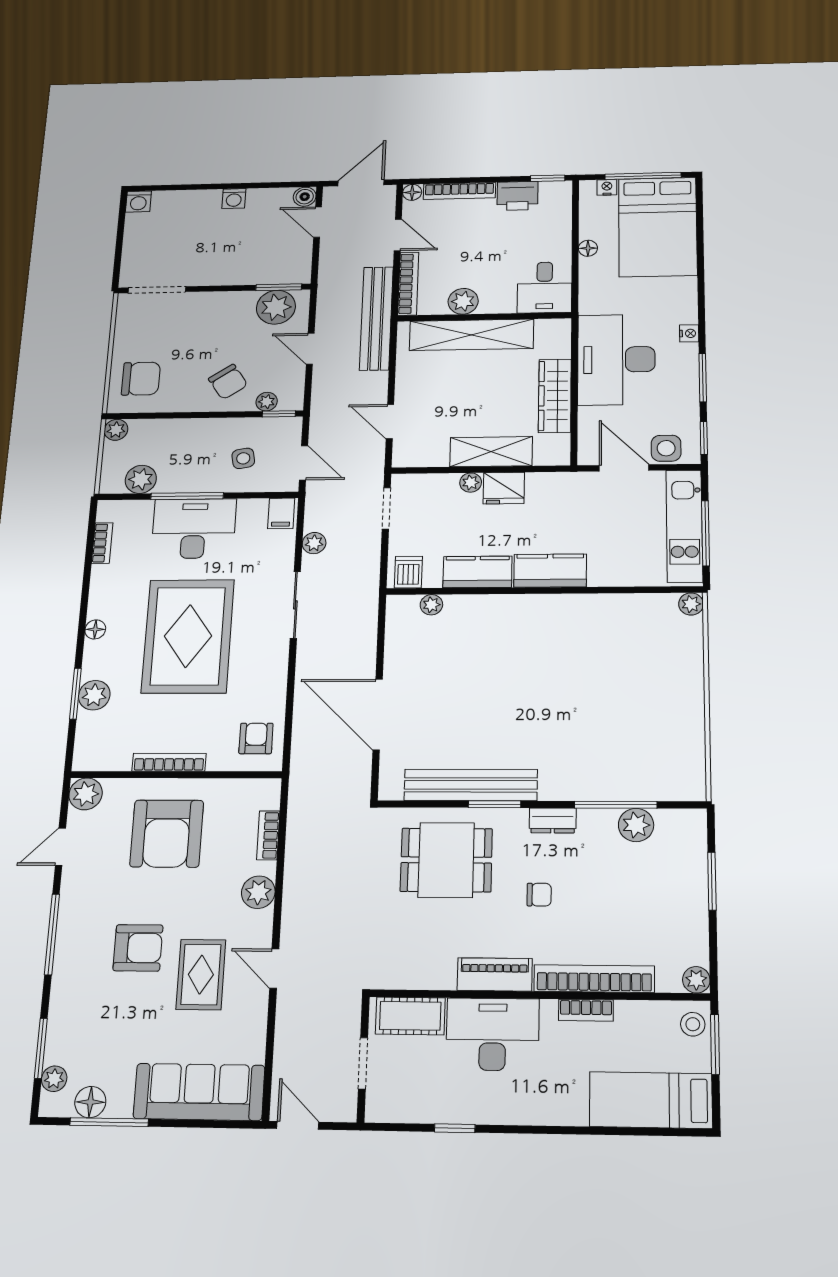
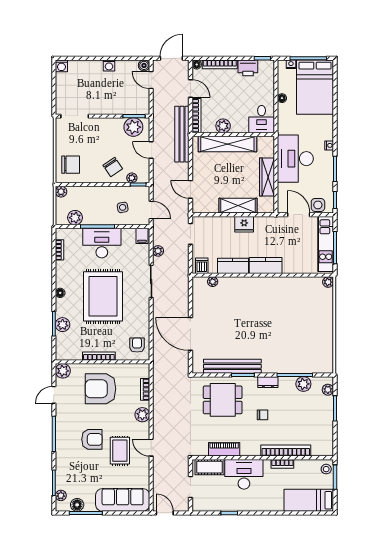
plant: (471, 483) -> (229, 221), removed
armchair: (167, 834) -> (100, 389), turned 90
piano: (495, 974) -> (224, 449), moved
plant: (696, 980) -> (328, 390), moved

